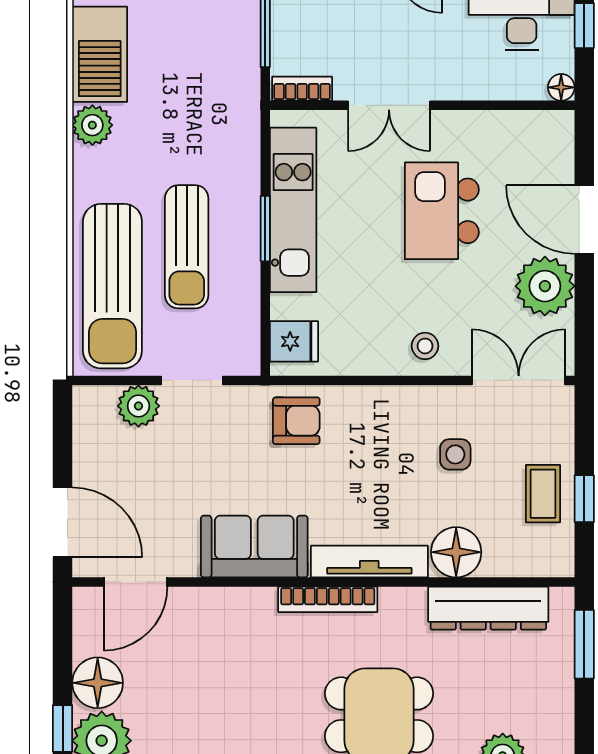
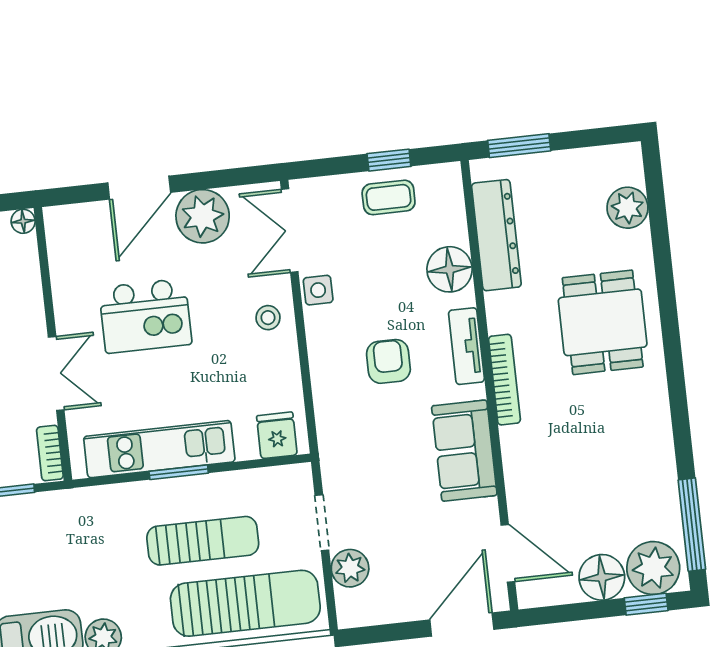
armchair: (296, 421) -> (388, 361), moved
side table: (455, 454) -> (318, 290), moved
tv unit: (369, 562) -> (466, 346), width x0.71

